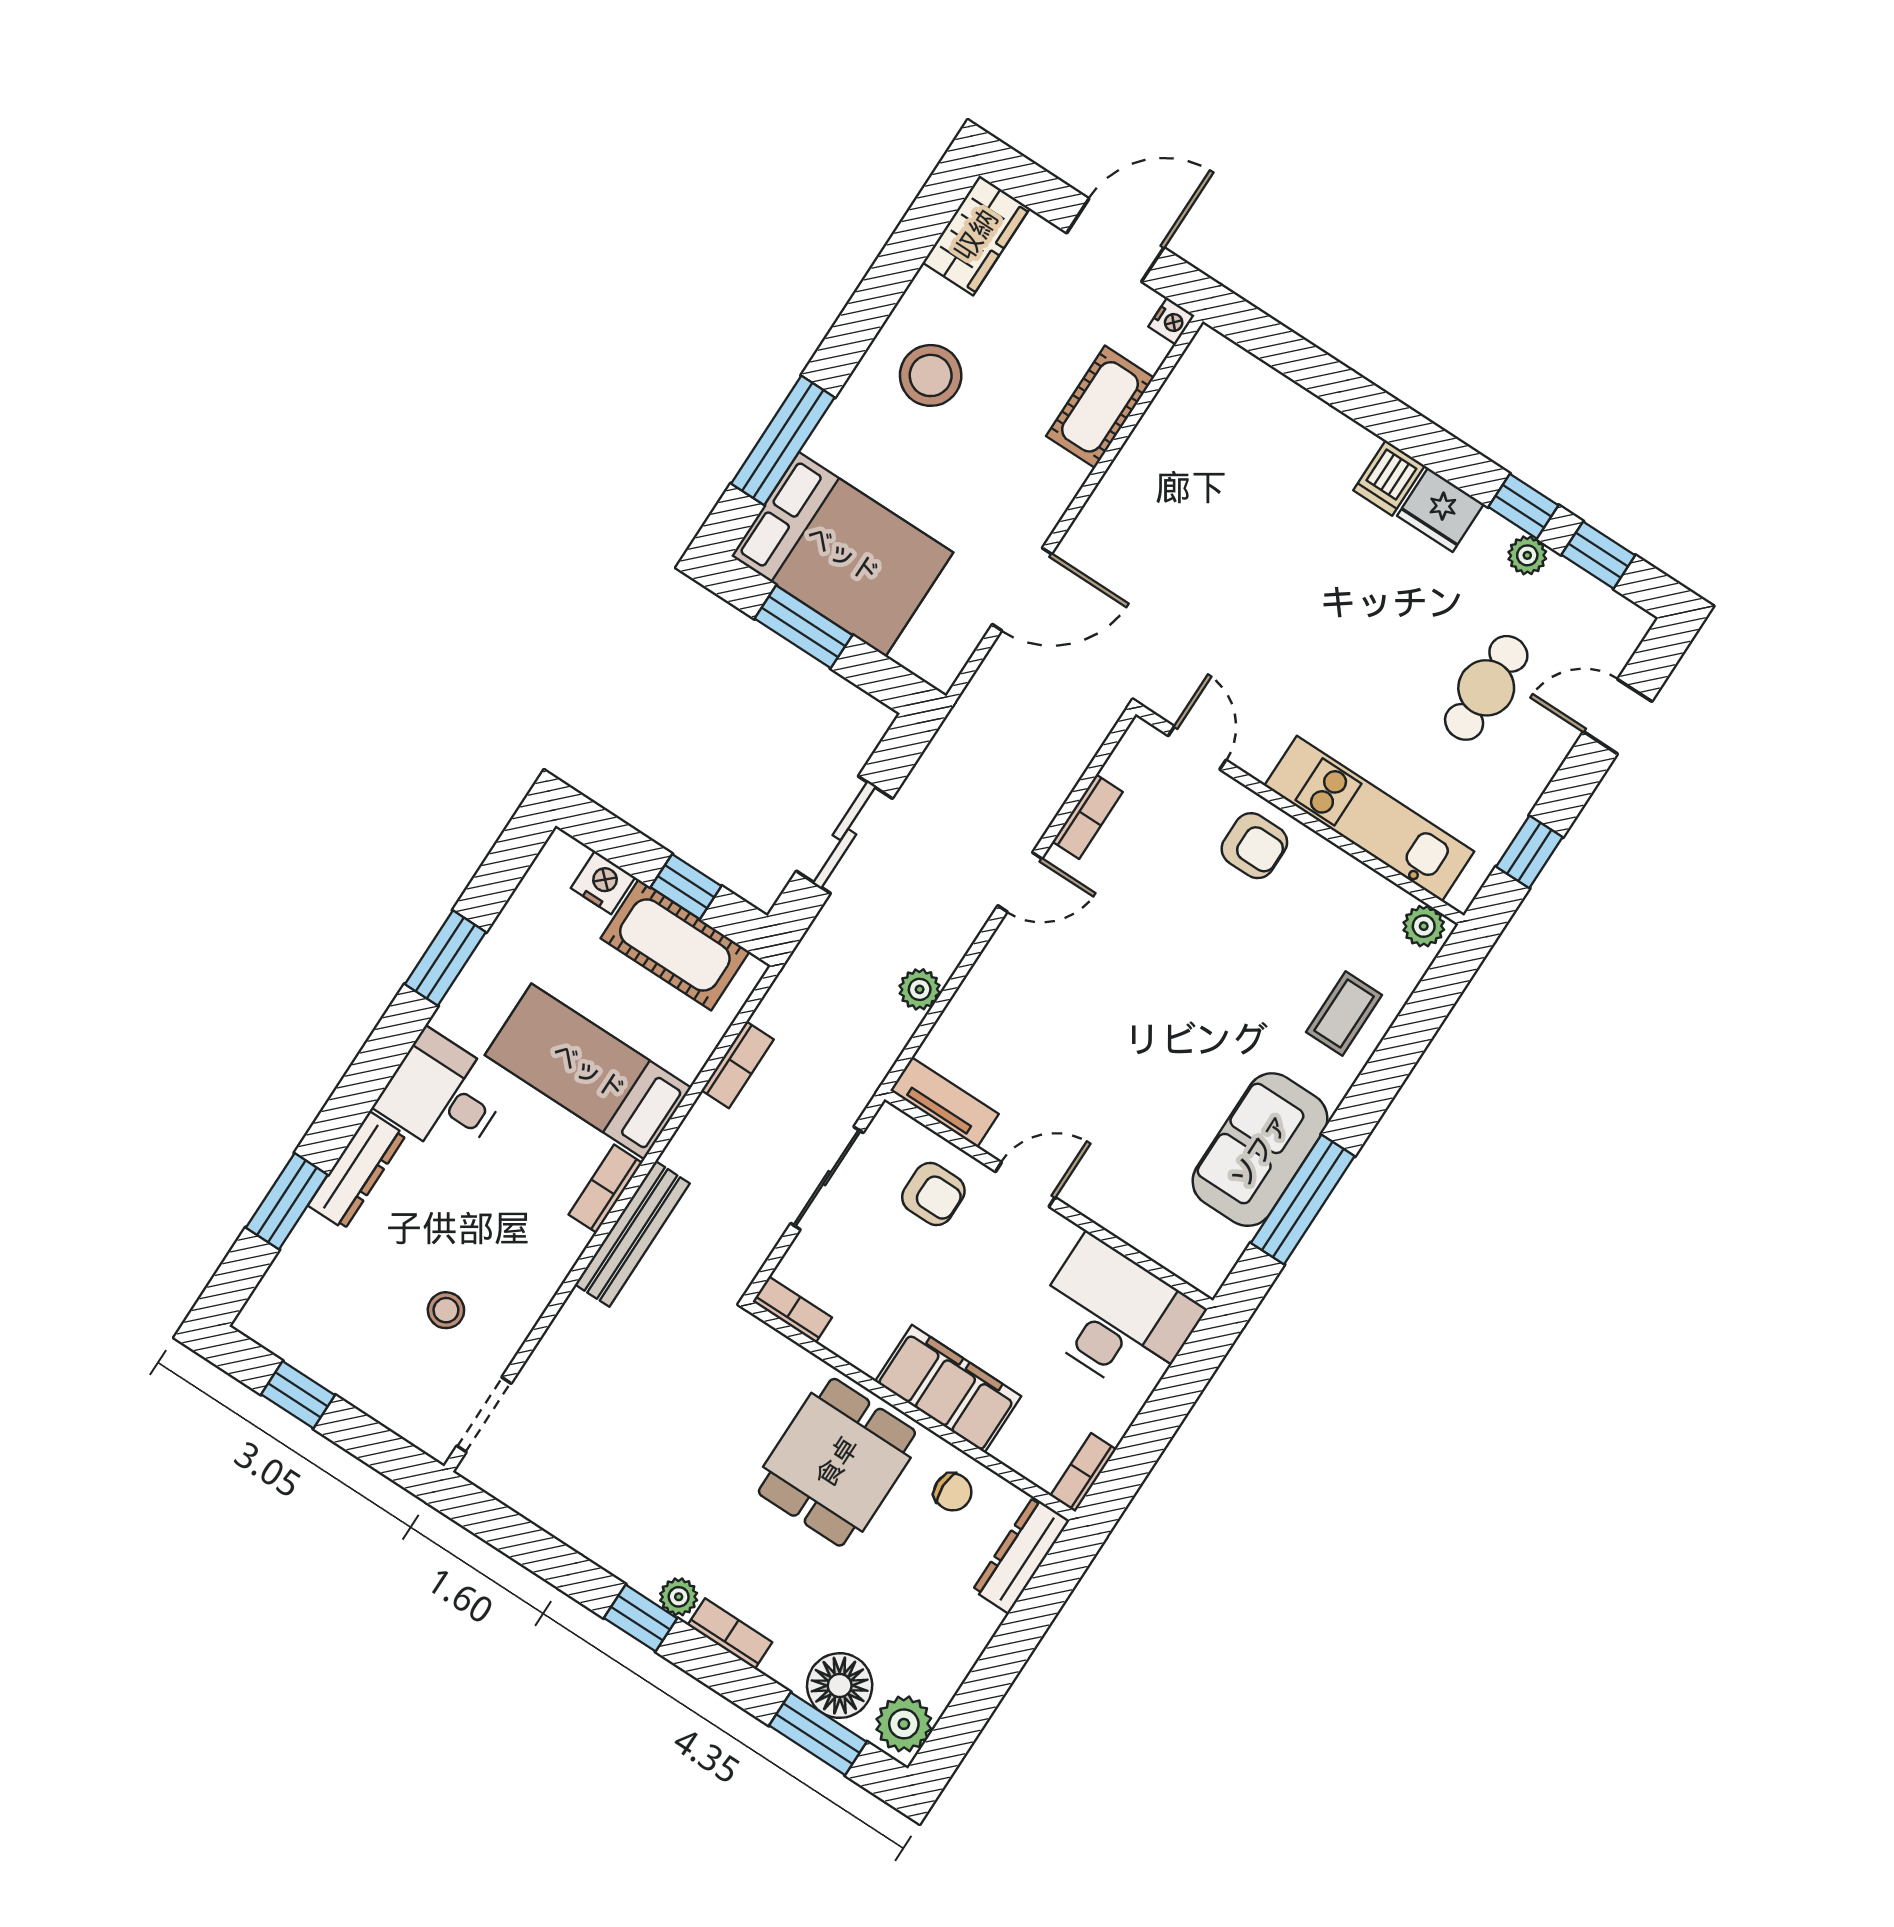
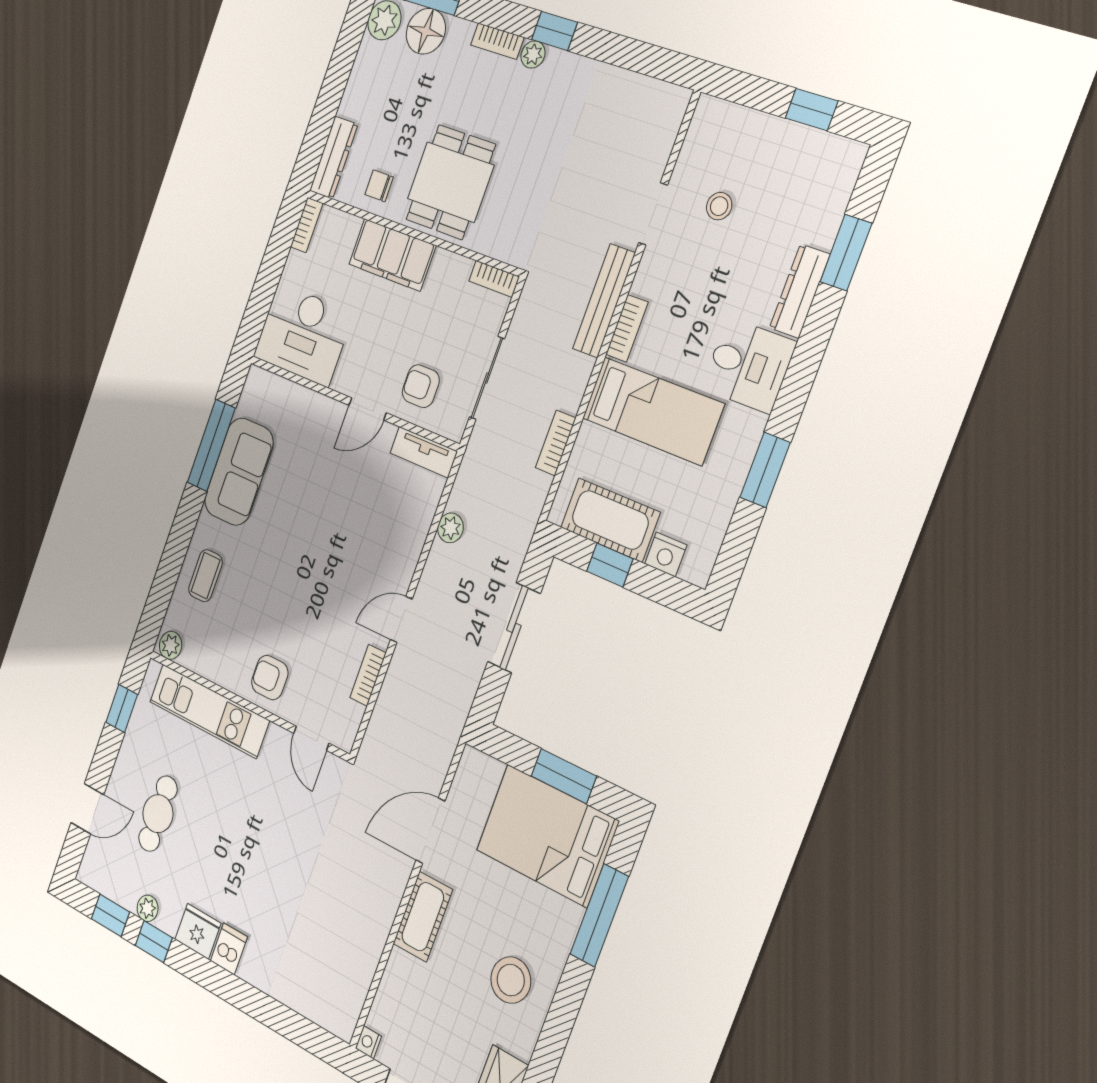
cot: (1100, 407) -> (423, 917), moved
doorway: (484, 1415) -> (653, 214), moved

